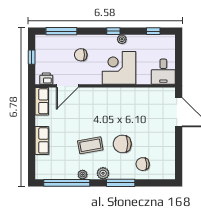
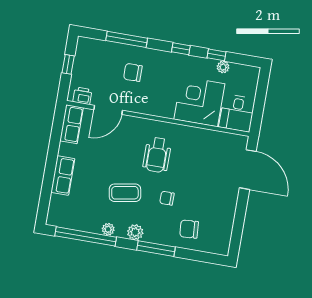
window: (61, 31) -> (127, 39), moved
window: (153, 31) -> (217, 55), moved
plant: (122, 39) -> (223, 67), moved
corner desk: (119, 68) -> (199, 101), moved
wheelchair: (109, 113) -> (157, 155), added
chair: (122, 144) -> (167, 198), width x0.54, depth x0.54

